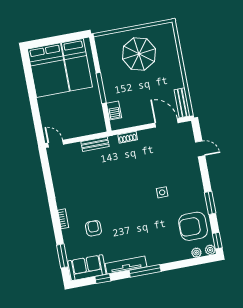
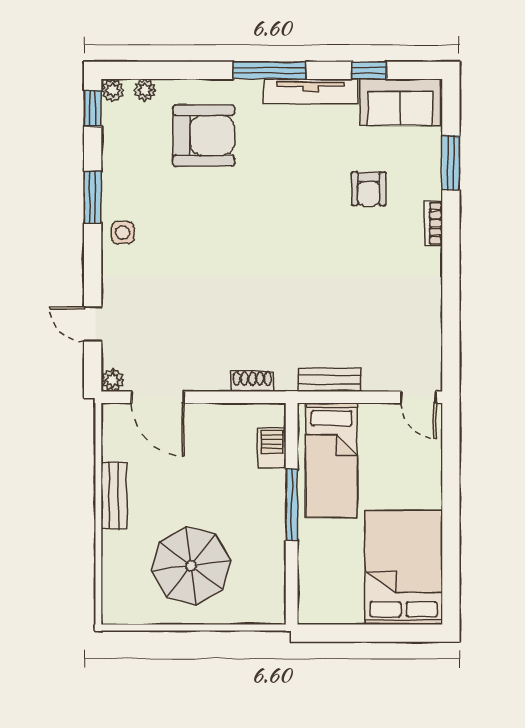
bed: (77, 65) -> (332, 460), moved, turned 180
bench: (182, 103) -> (114, 496), moved
plant: (187, 127) -> (113, 380), added
side table: (162, 192) -> (123, 233), moved
armchair: (193, 226) -> (204, 135), moved
window: (62, 256) -> (451, 163), moved

